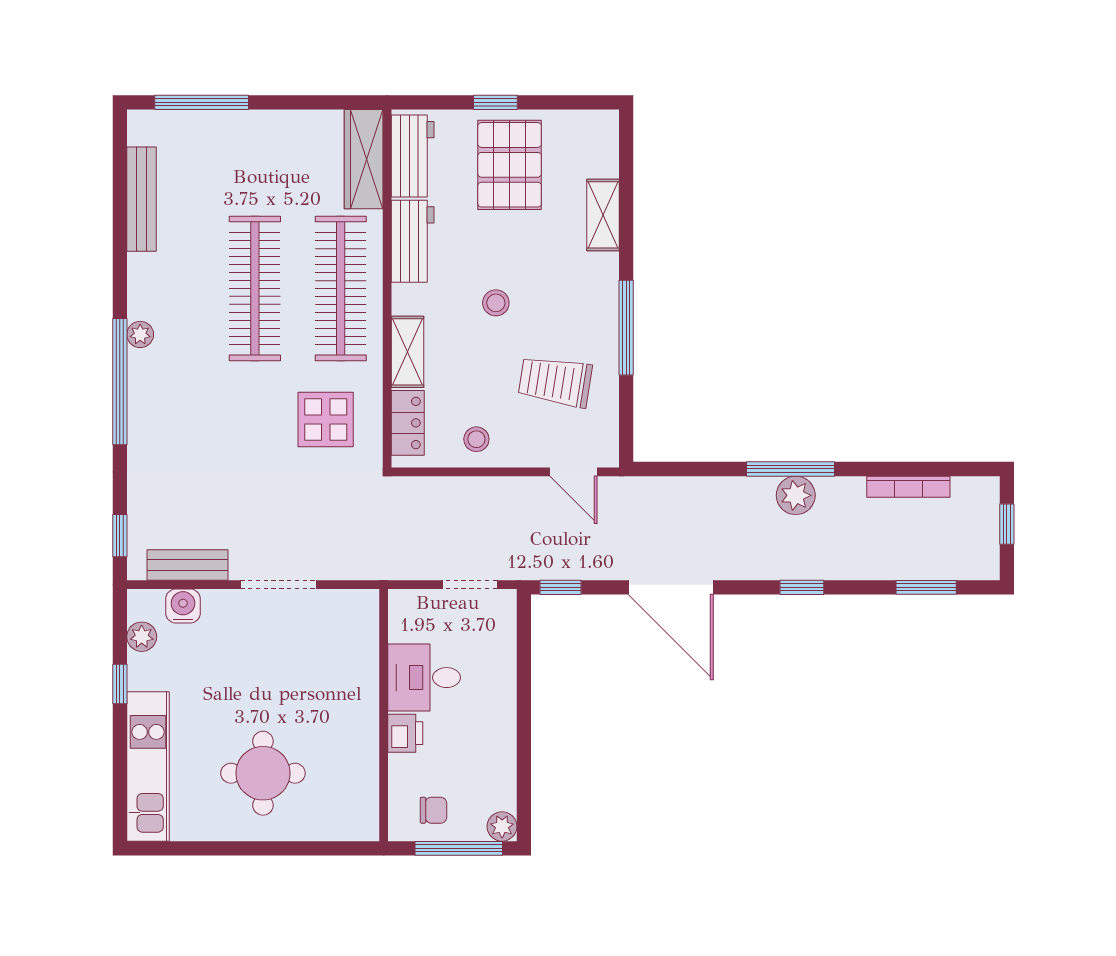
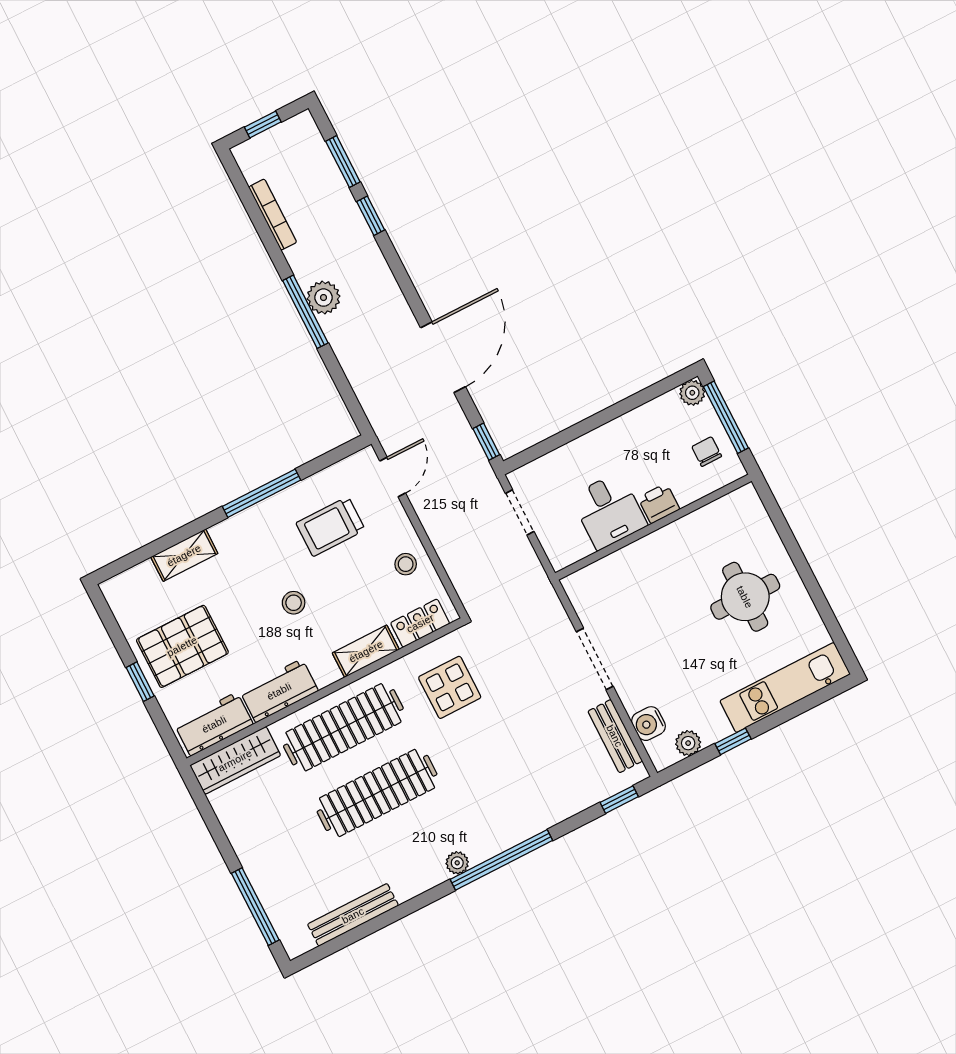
trolley: (555, 381) -> (331, 526), turned 81
window: (802, 587) -> (371, 216), moved

